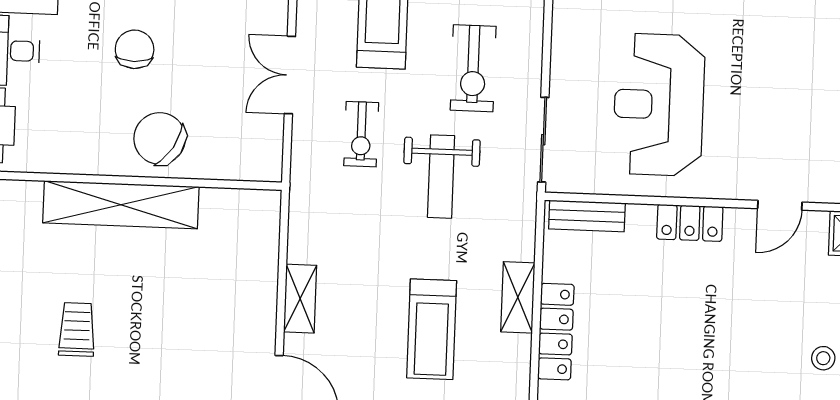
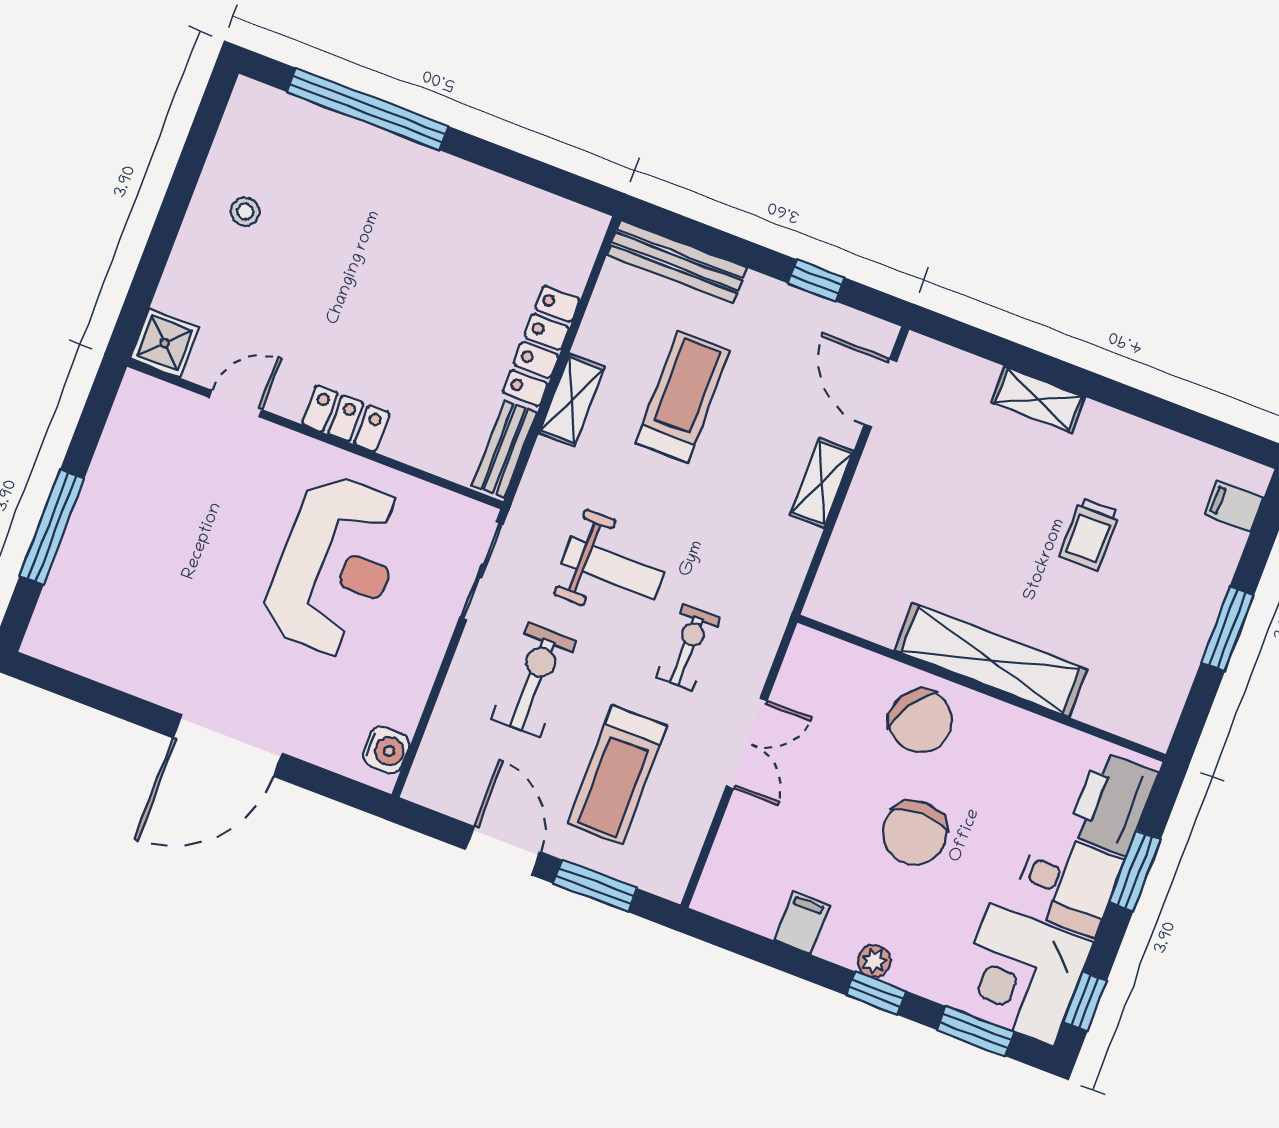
chair: (135, 49) -> (915, 833), width x1.37, depth x1.37
weight bench: (441, 177) -> (613, 568), turned 90
bench: (587, 216) -> (505, 449), moved, turned 90

